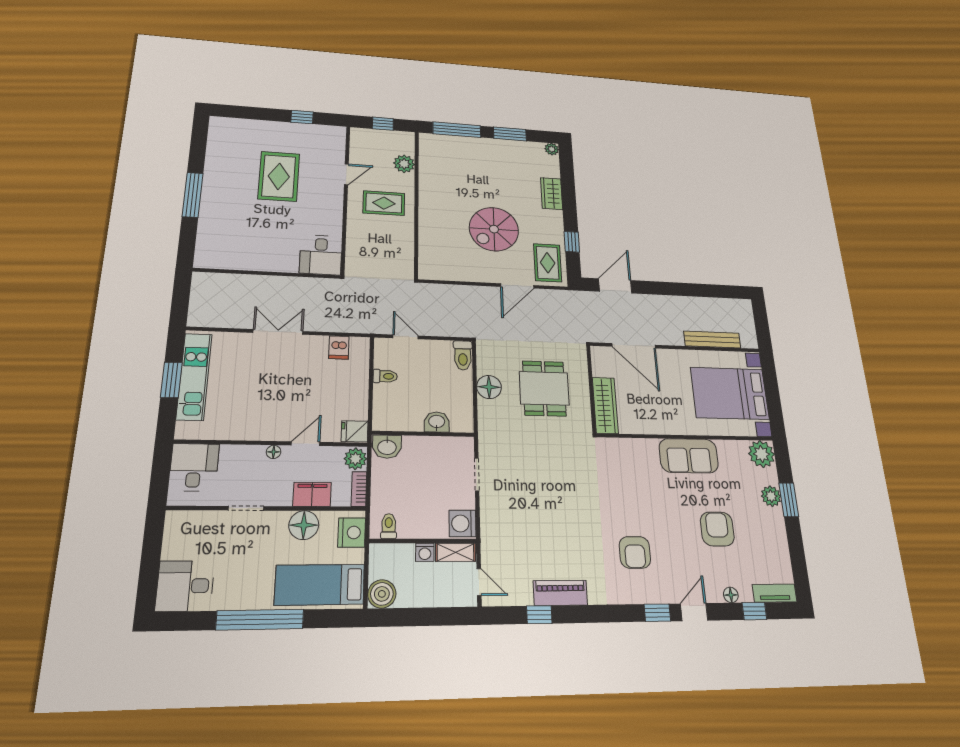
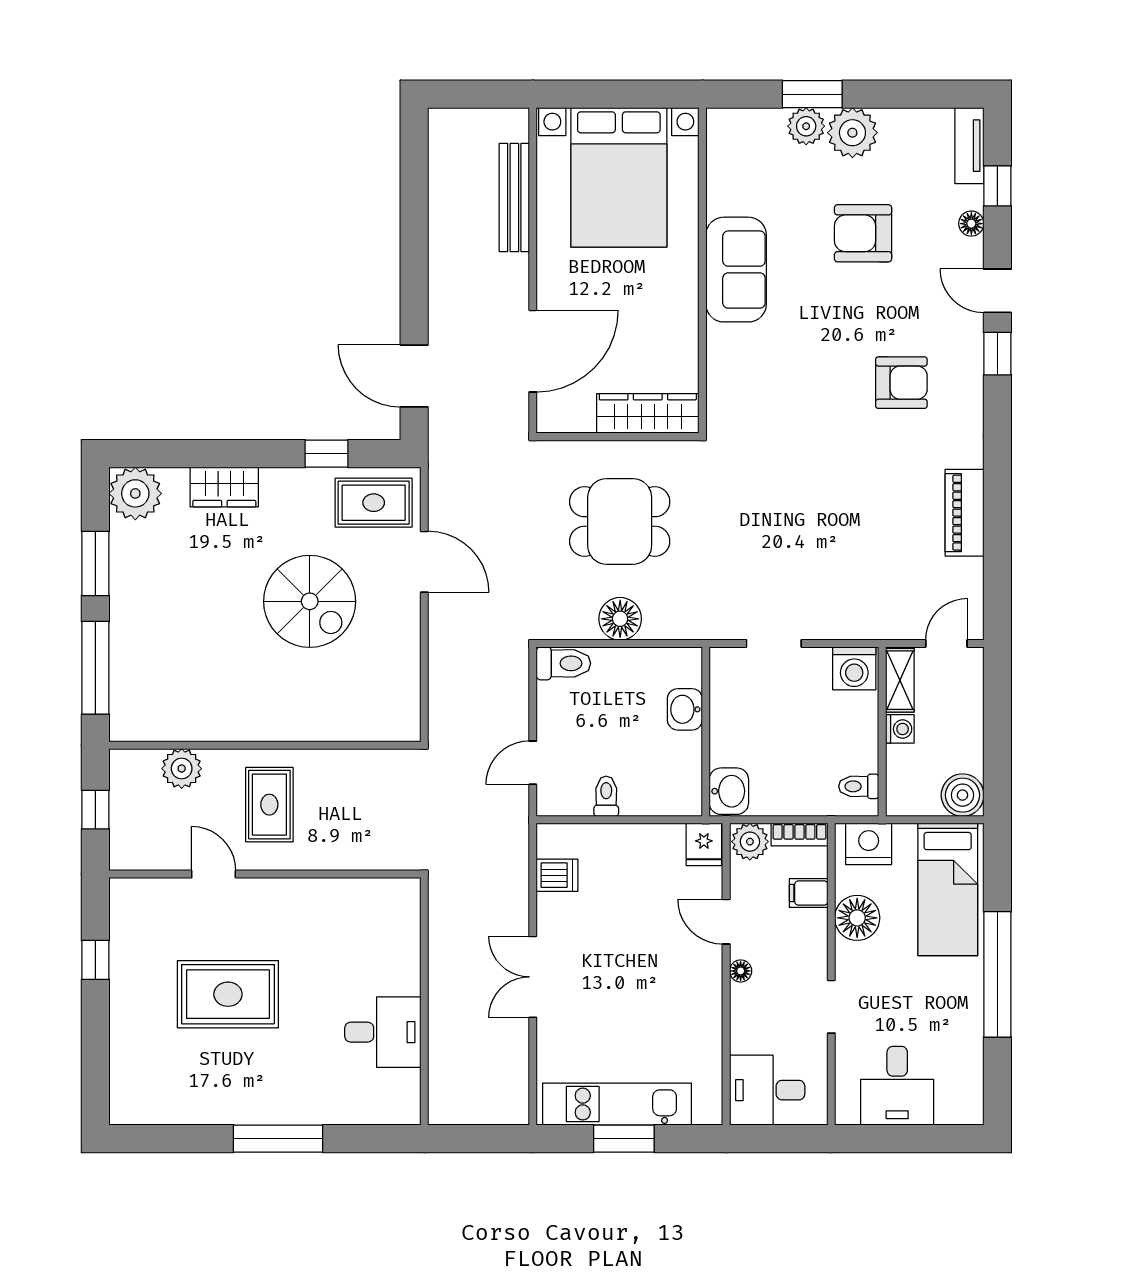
plant: (552, 149) -> (135, 493), width x1.87, depth x1.87
desk: (321, 255) -> (383, 1032), moved
plant: (761, 454) -> (852, 133), moved
filing cabinet: (312, 494) -> (809, 893), width x0.50
desk: (185, 586) -> (897, 1086), moved
window: (539, 615) -> (997, 549), removed

